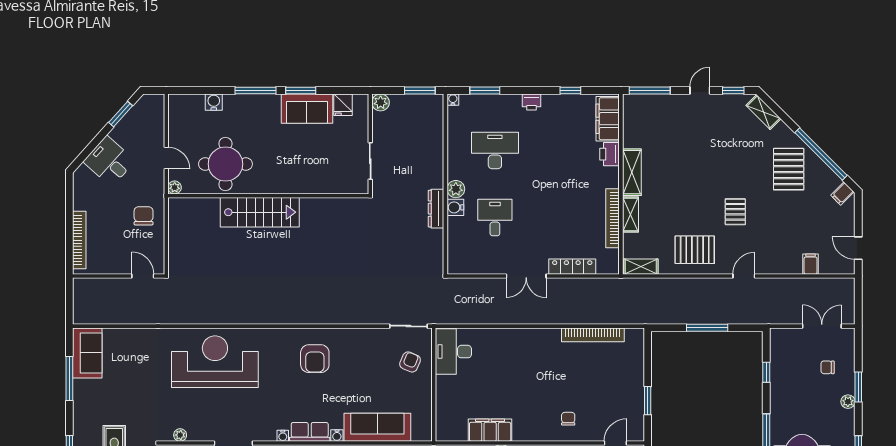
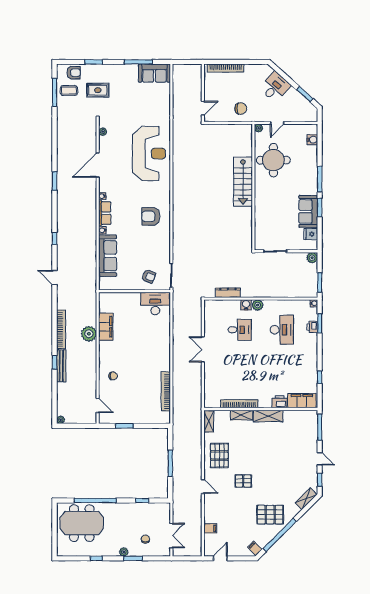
water cooler: (214, 102) -> (312, 140), moved
printer: (531, 102) -> (312, 327), moved
dresser: (436, 209) -> (228, 293), moved
locker: (572, 267) -> (209, 378), removed

